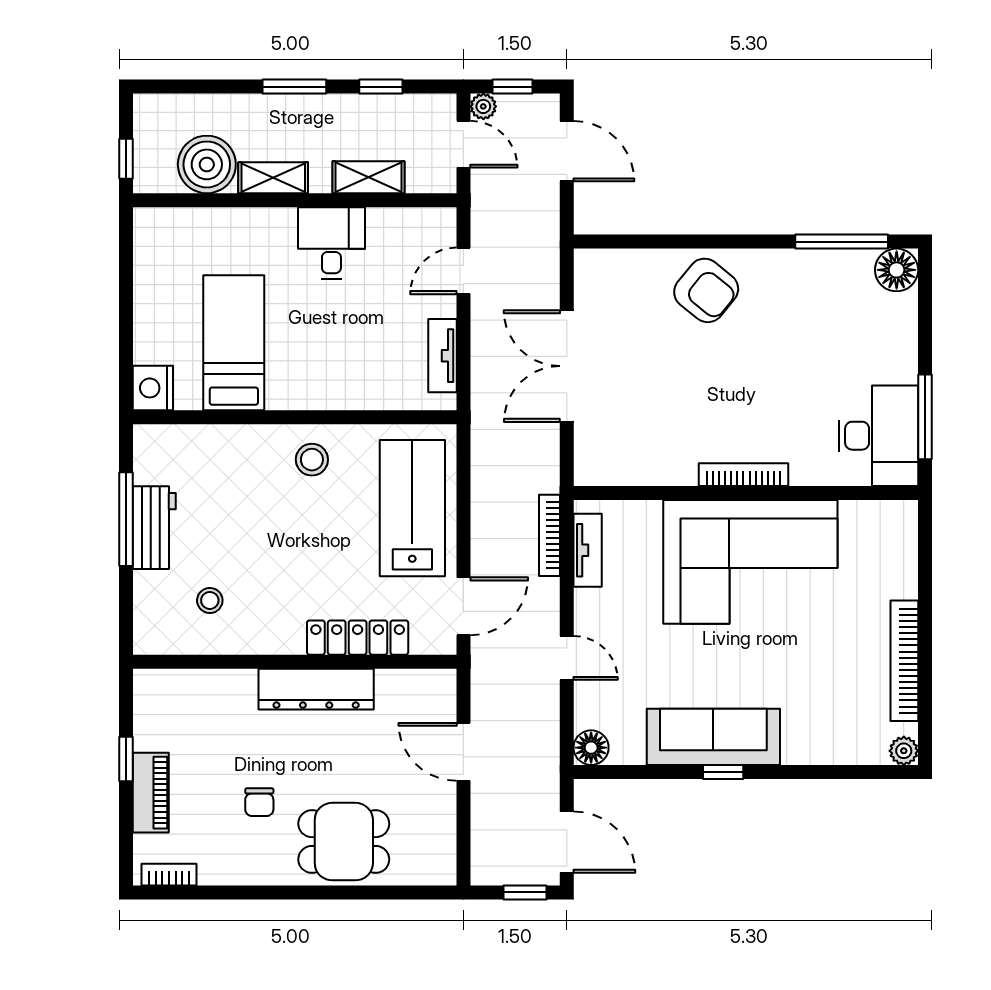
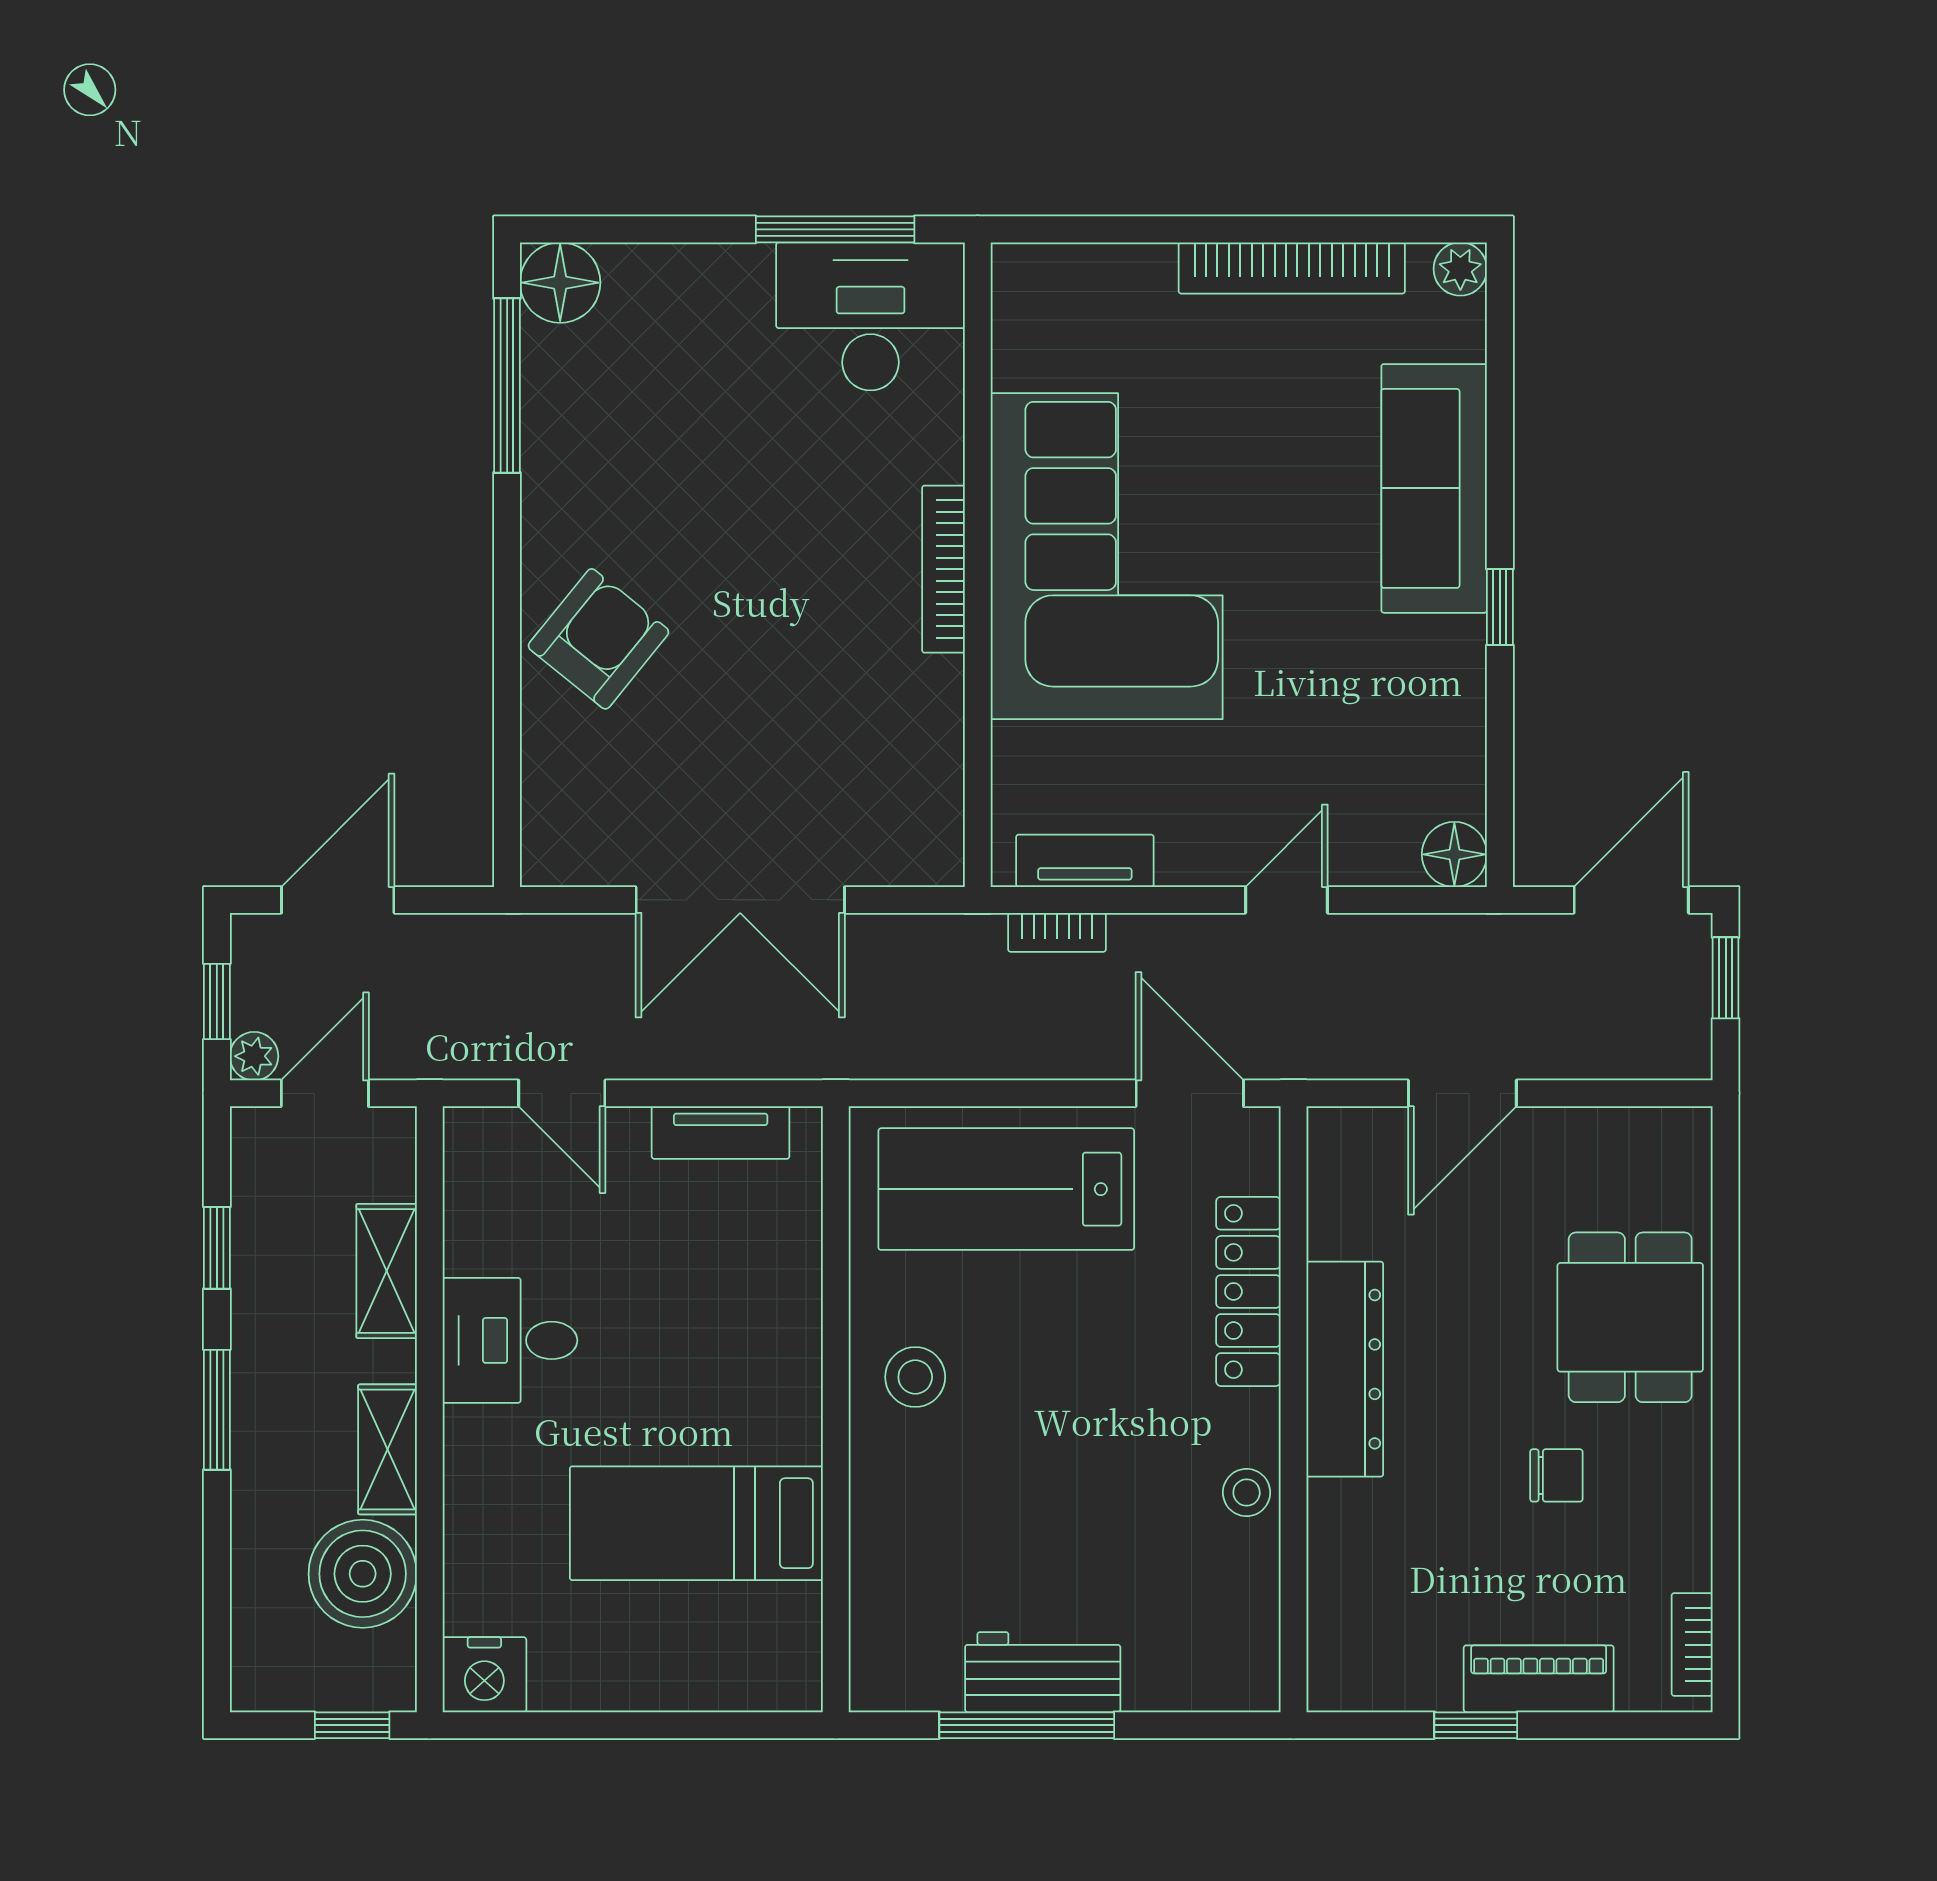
nightstand: (153, 388) -> (484, 1675), moved
bookcase: (549, 535) -> (1057, 932), width x0.64
stool: (210, 600) -> (1247, 1493), moved
sofa: (713, 737) -> (1434, 488), moved

